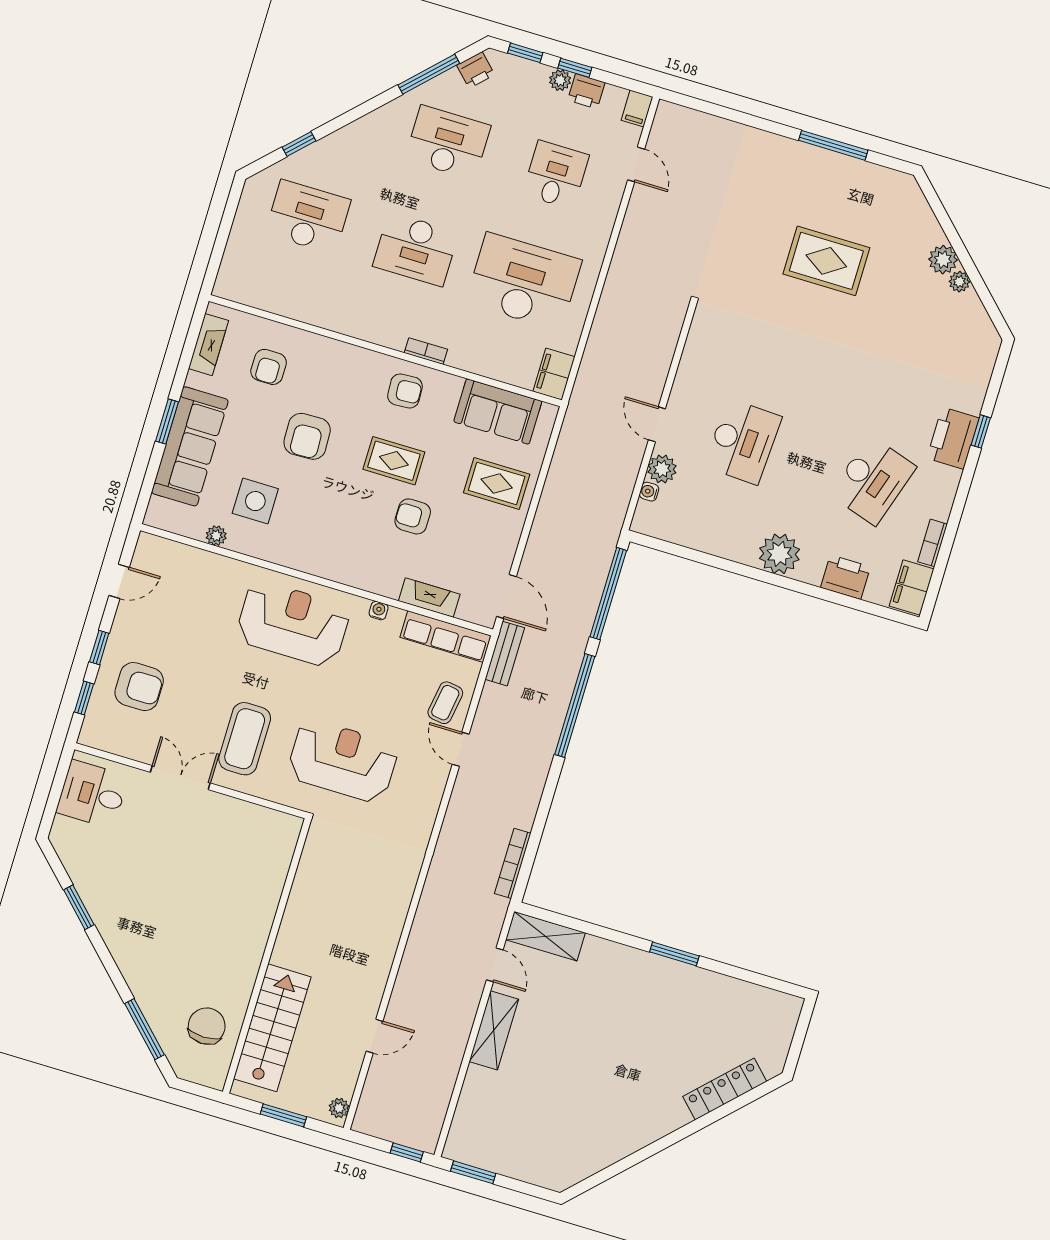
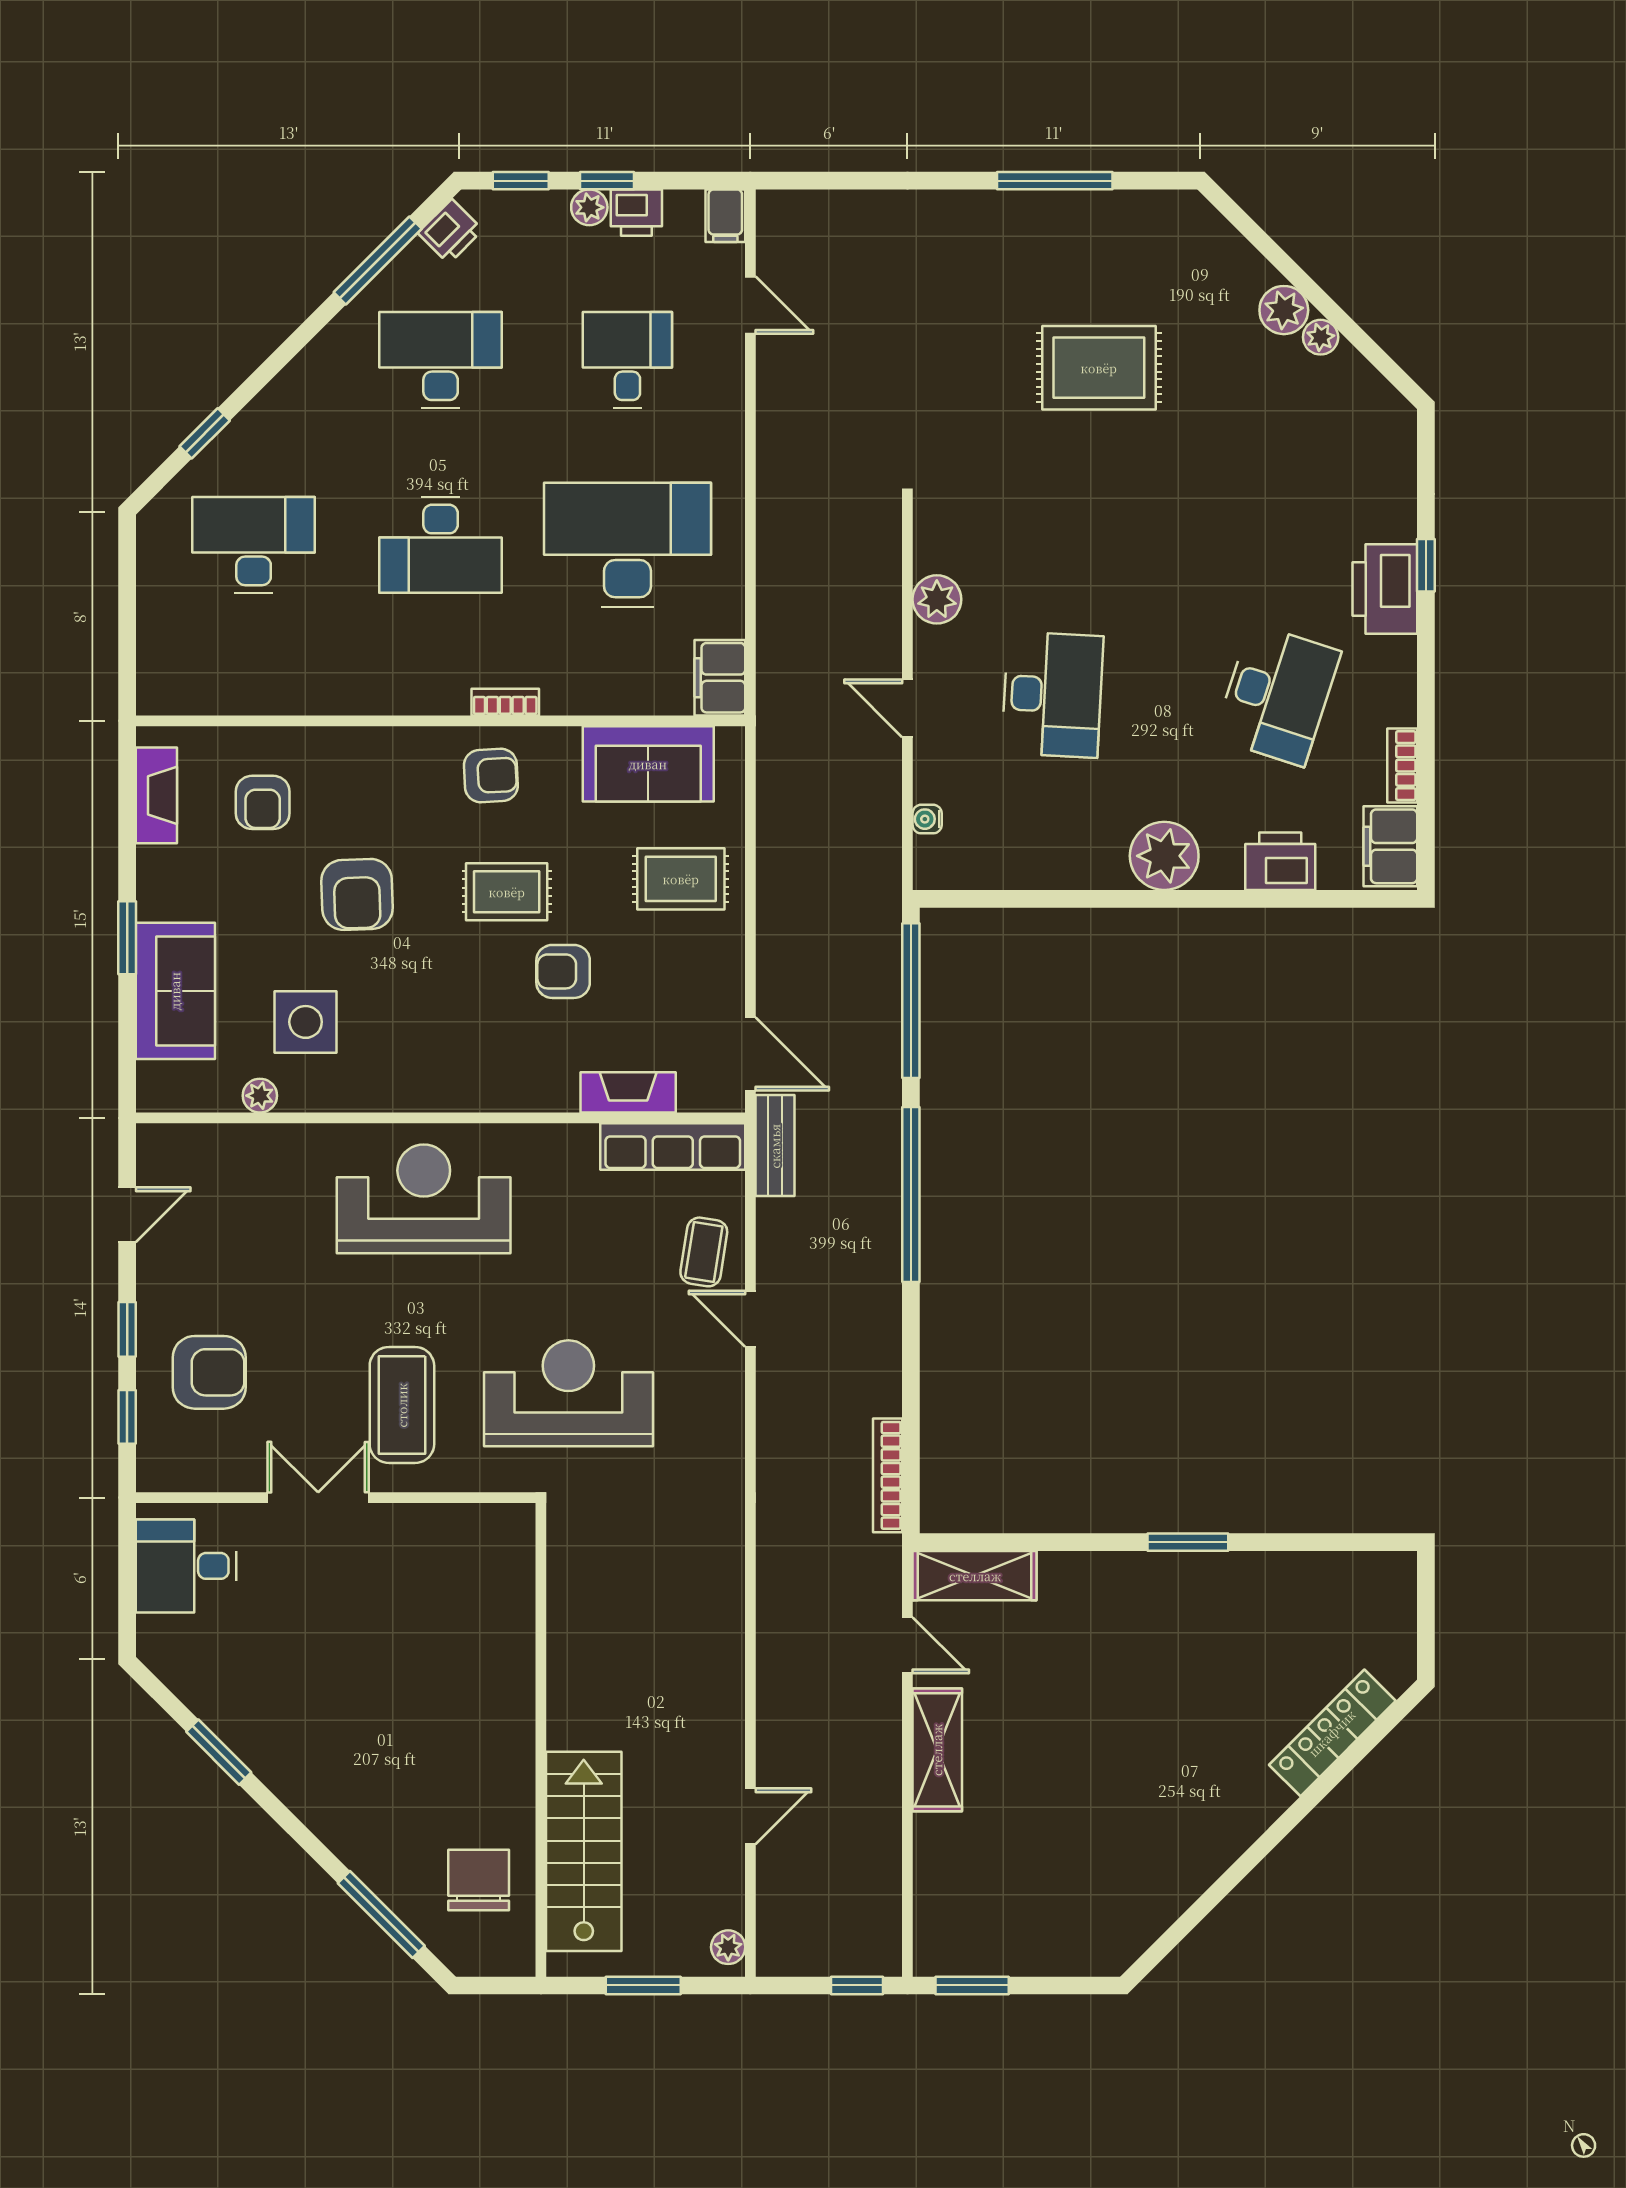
sofa: (190, 446) -> (175, 991), width x0.73
plant: (662, 469) -> (937, 599), moved
water cooler: (379, 611) -> (554, 1137), removed

